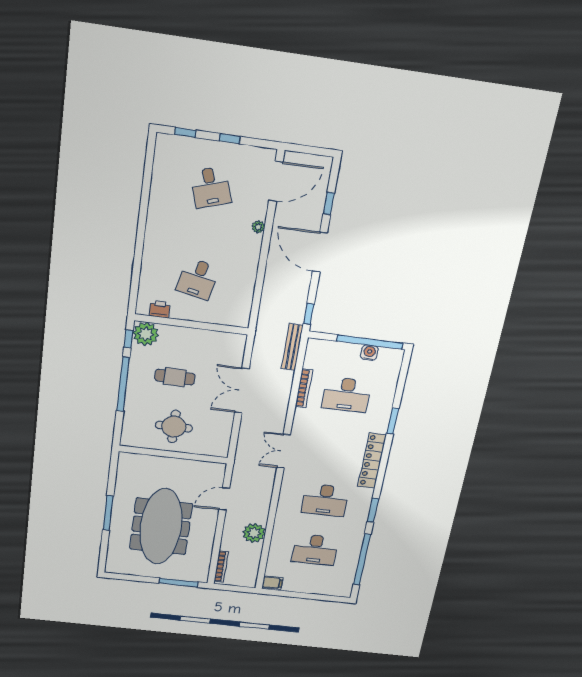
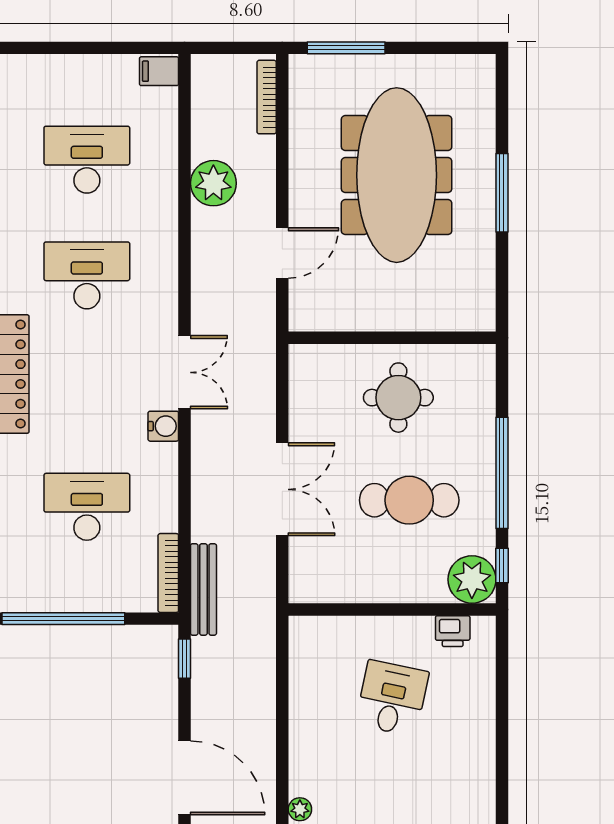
water cooler: (369, 353) -> (163, 426), moved, turned -90
cafe table: (175, 377) -> (409, 500), width x1.37, depth x1.35
bookcase: (304, 388) -> (168, 573), moved

